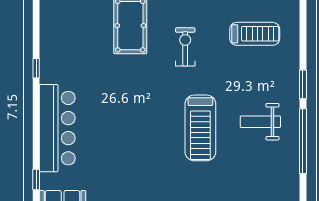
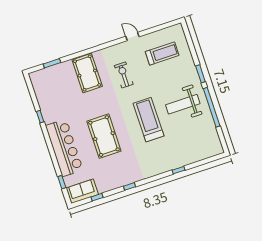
weight bench: (260, 122) -> (183, 104), width x1.36, depth x1.33
treadmill: (200, 128) -> (149, 120), turned 180
pool table: (124, 130) -> (104, 136), added

